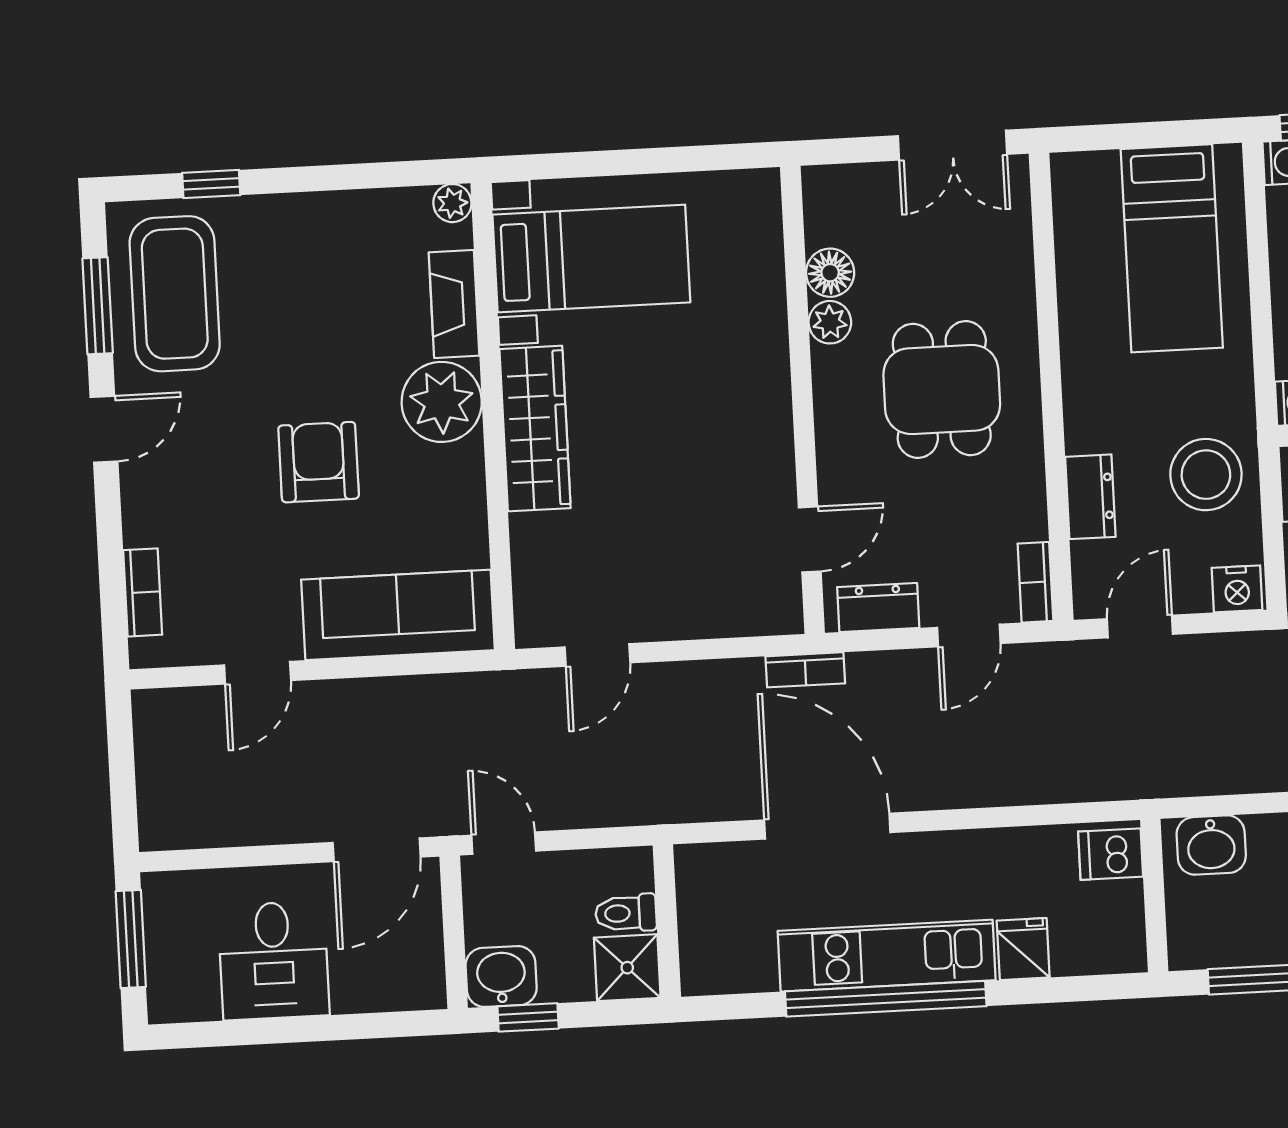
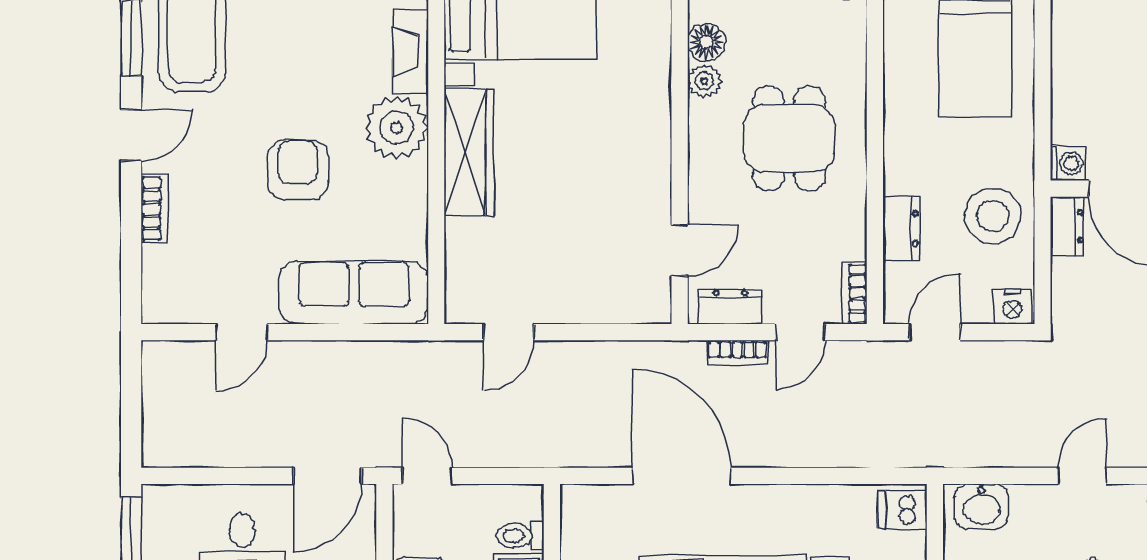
bookcase: (143, 592) -> (155, 209), moved
bookcase: (805, 670) -> (737, 352), moved

